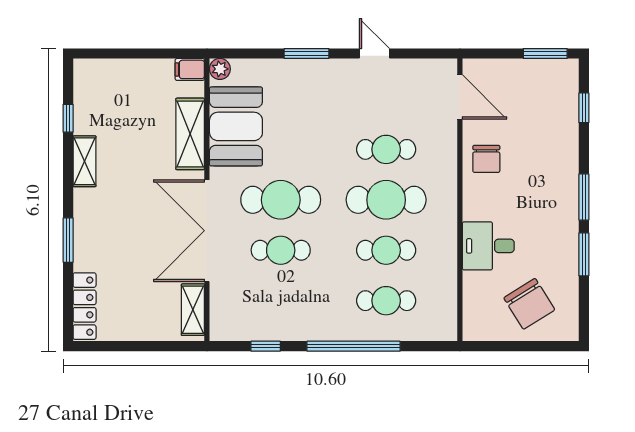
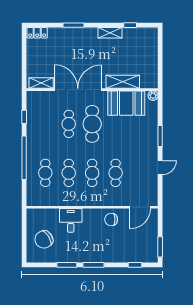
filing cabinet: (190, 69) -> (153, 82), removed
cafe table: (386, 200) -> (92, 173), width x0.73, depth x0.74
locker: (85, 306) -> (37, 33), width x0.66

